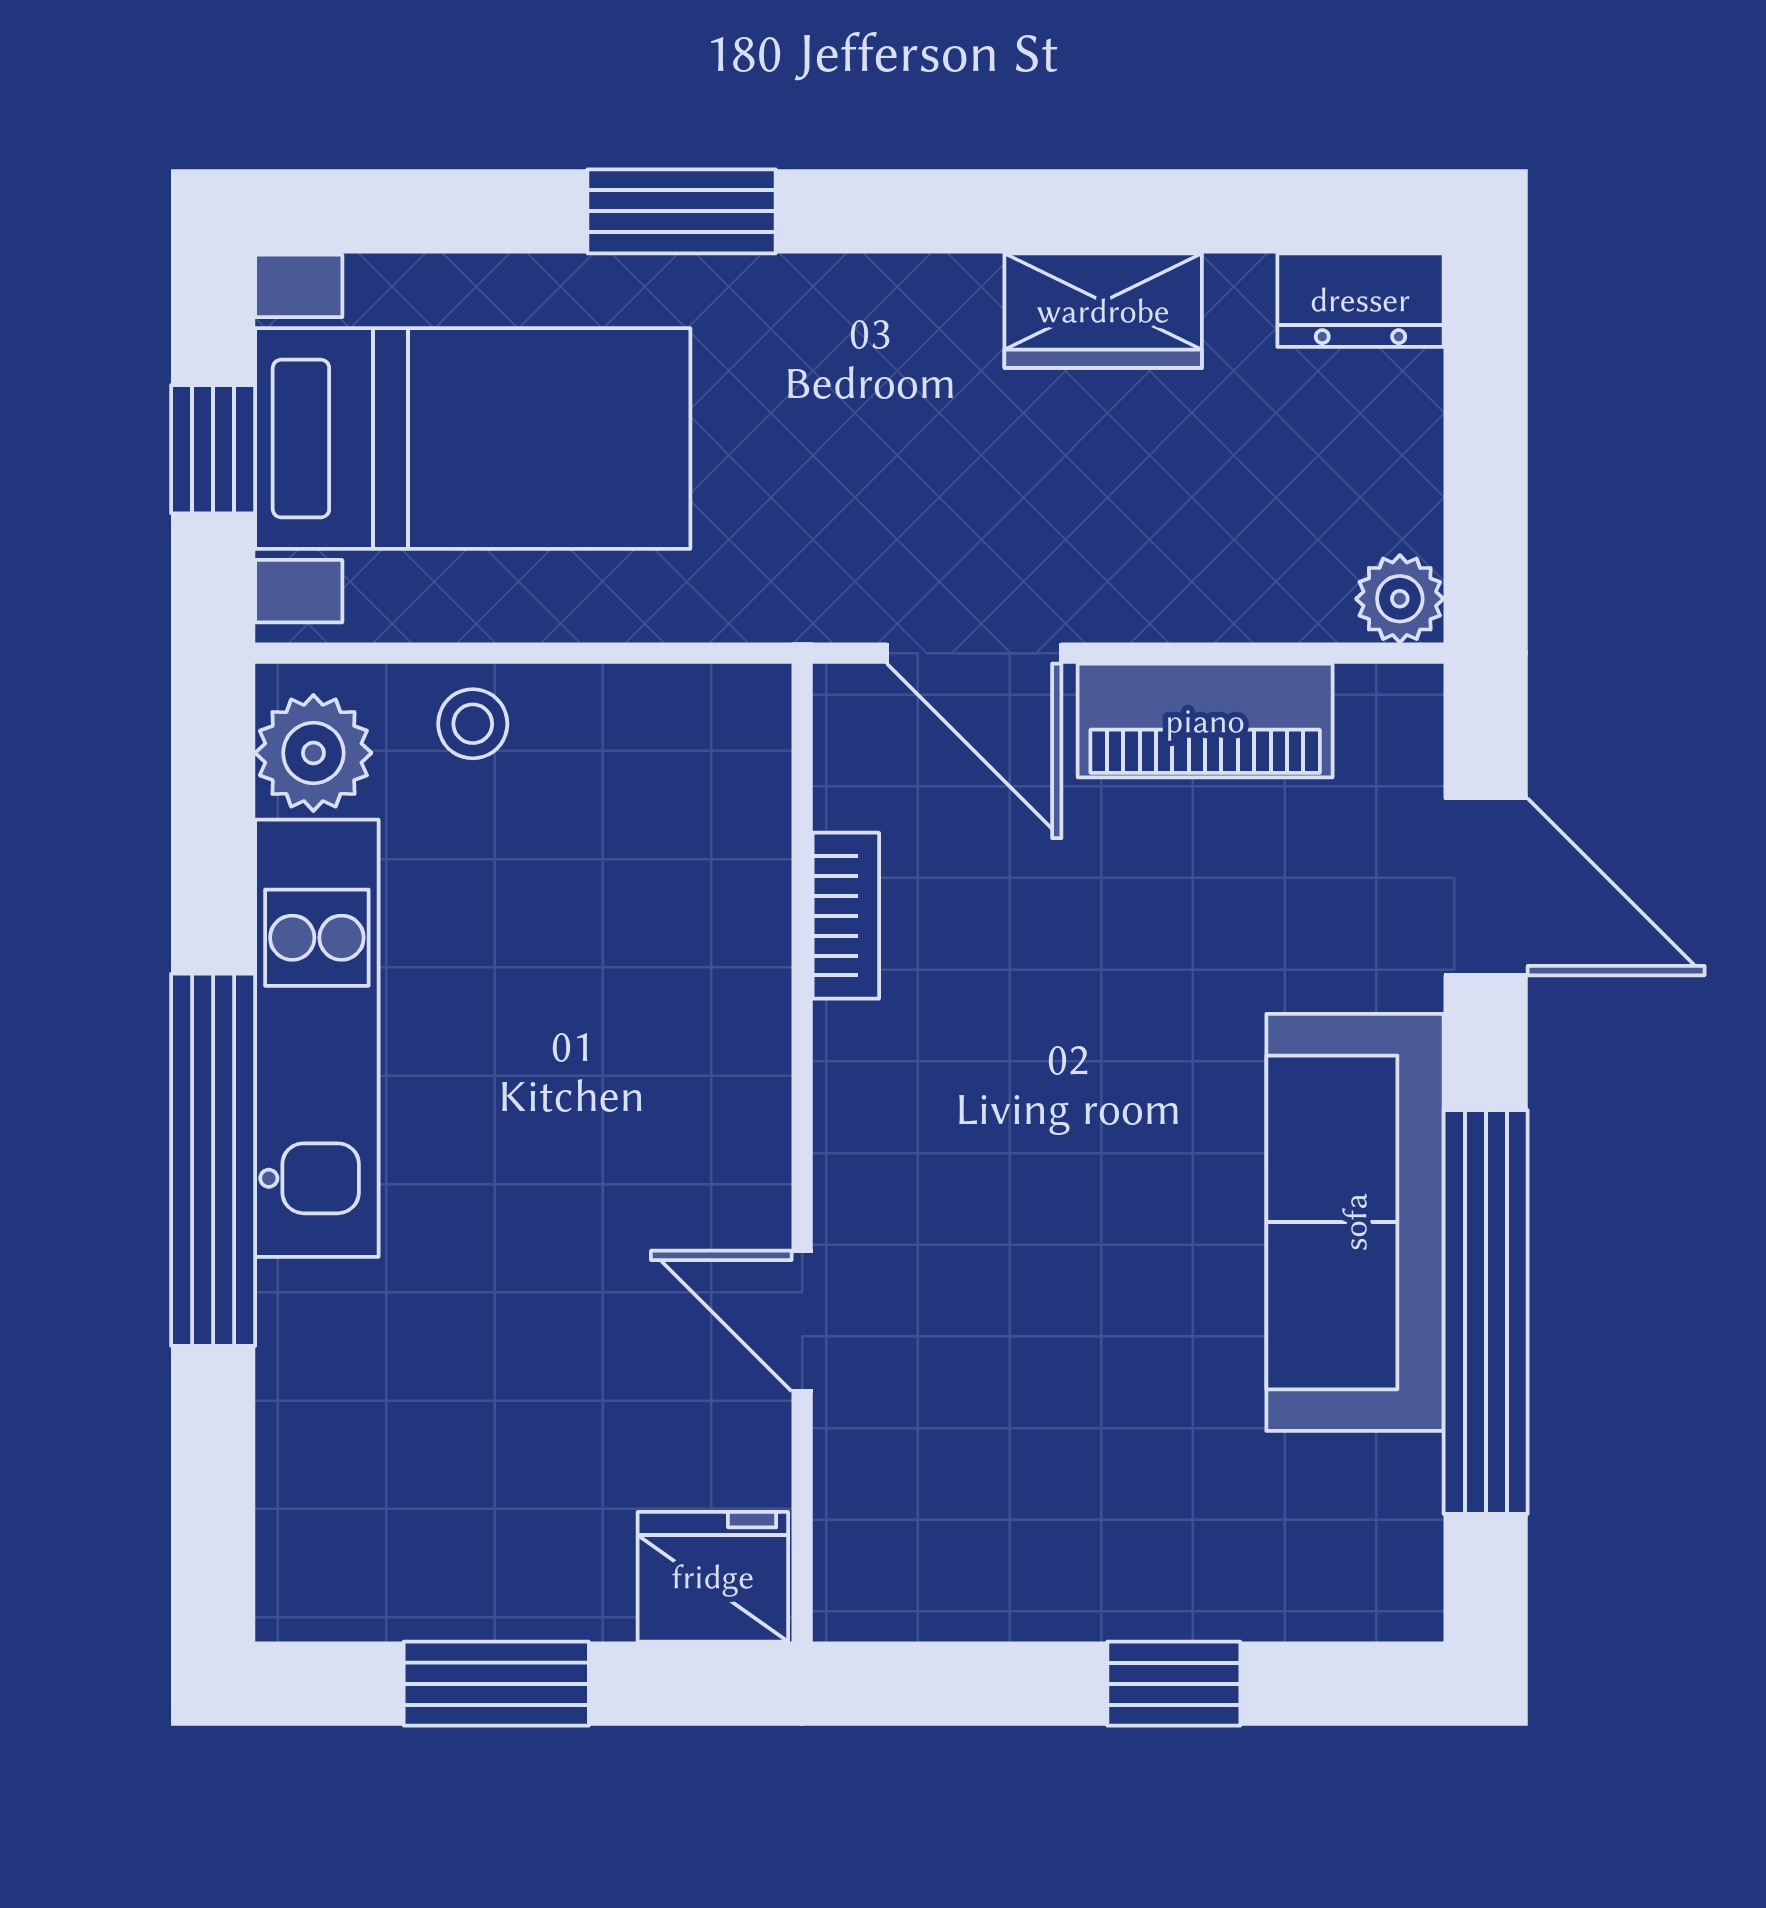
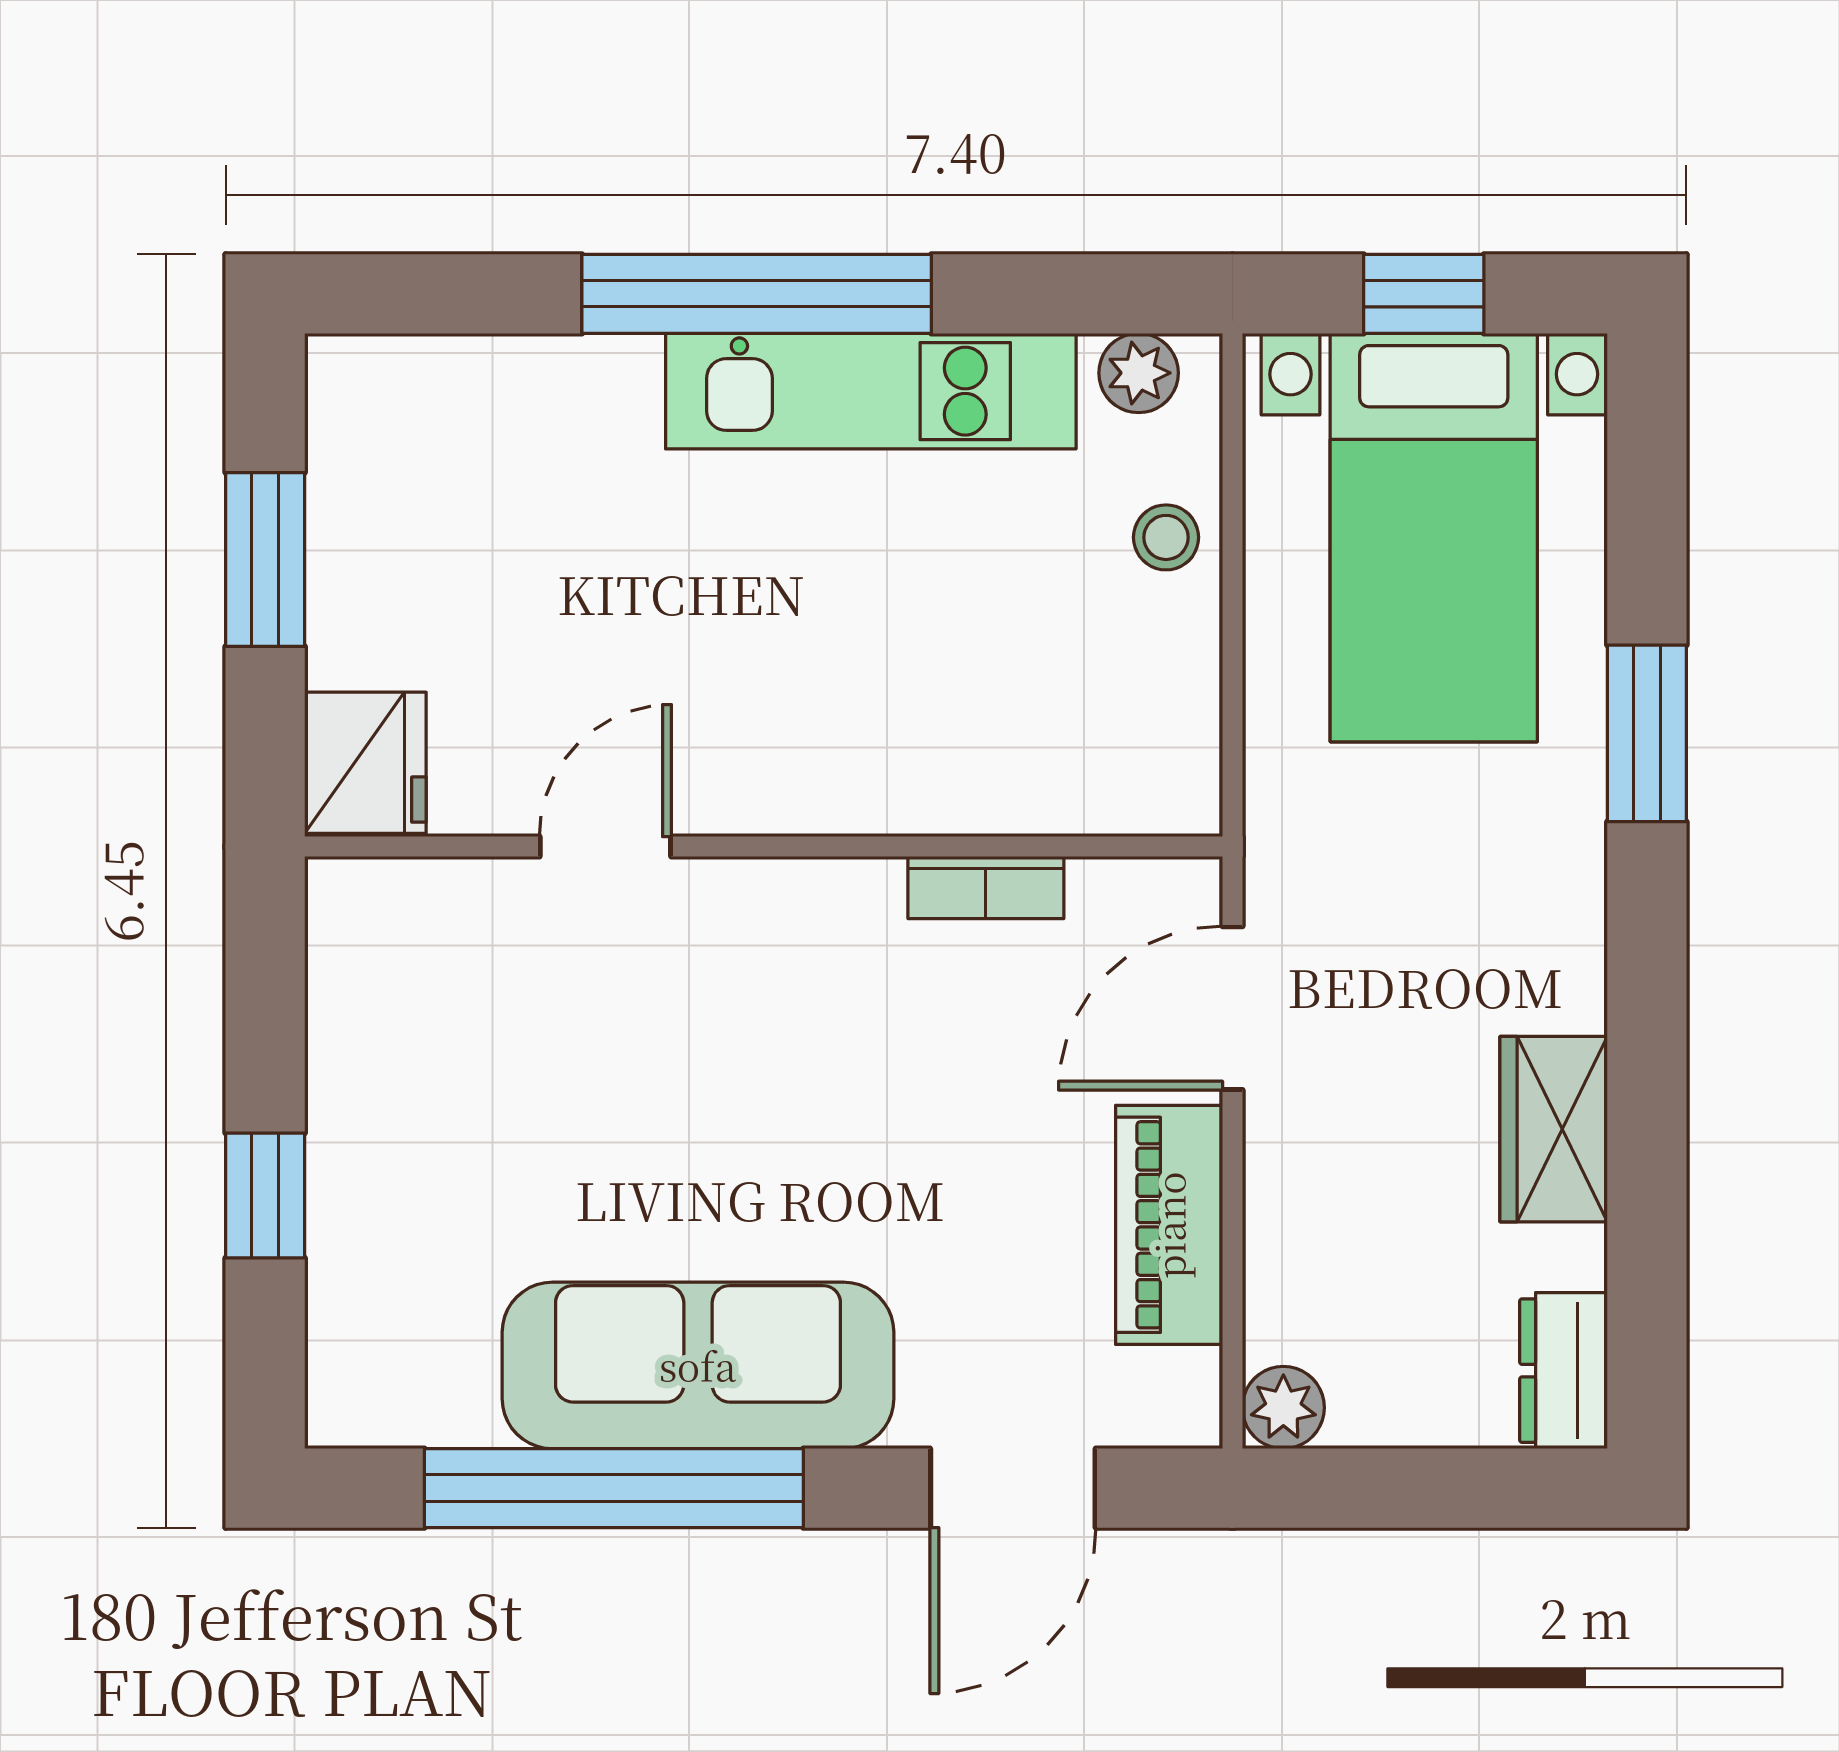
plant: (313, 753) -> (1139, 373), width x0.73, depth x0.73

